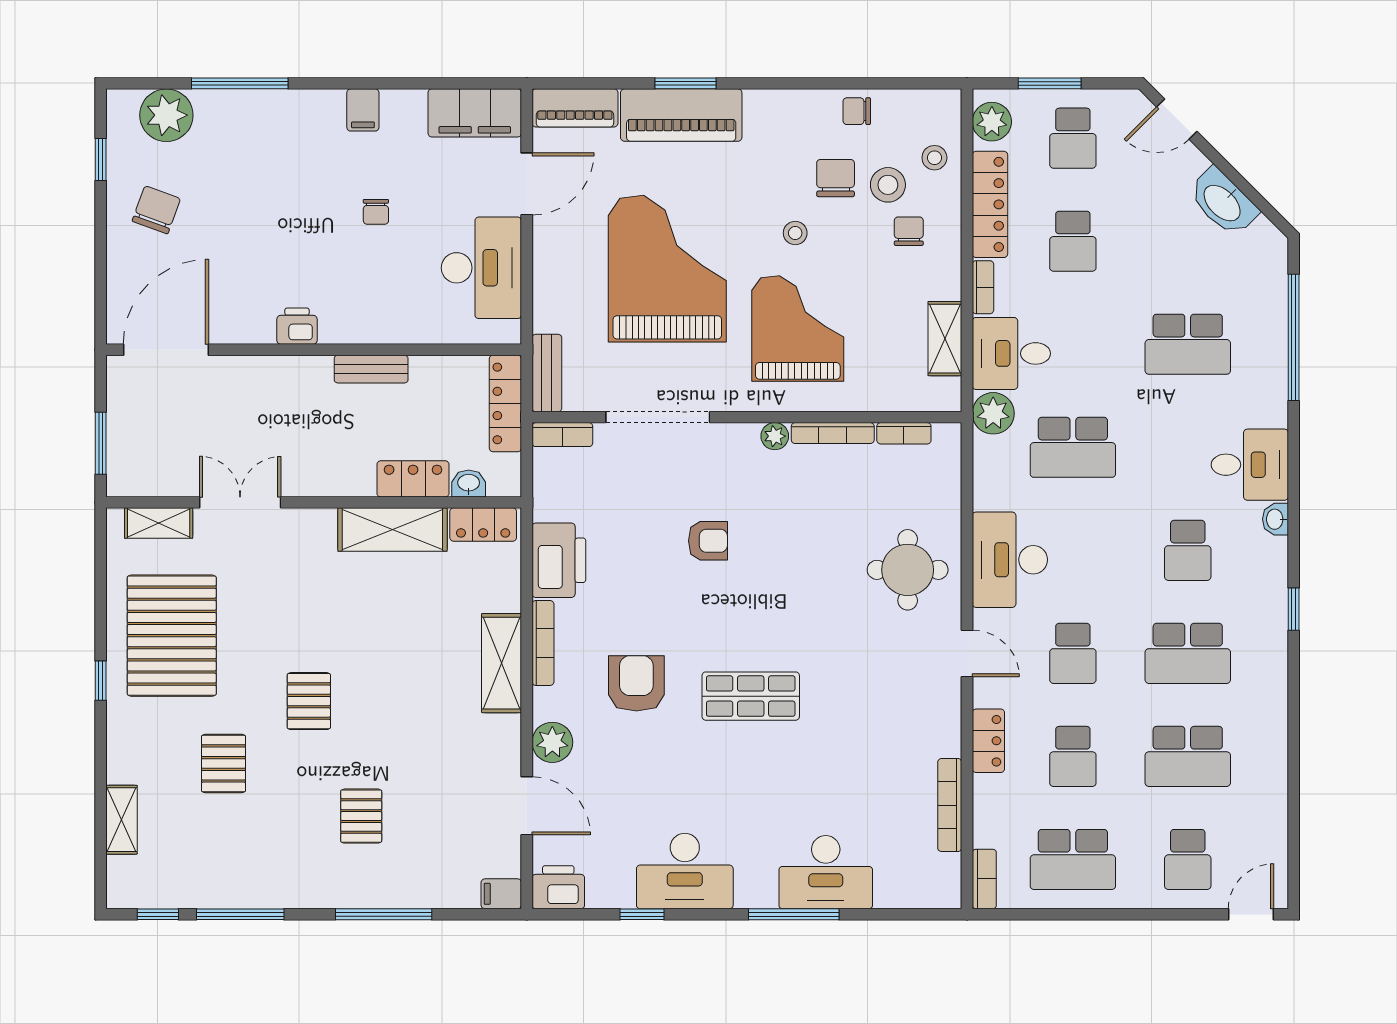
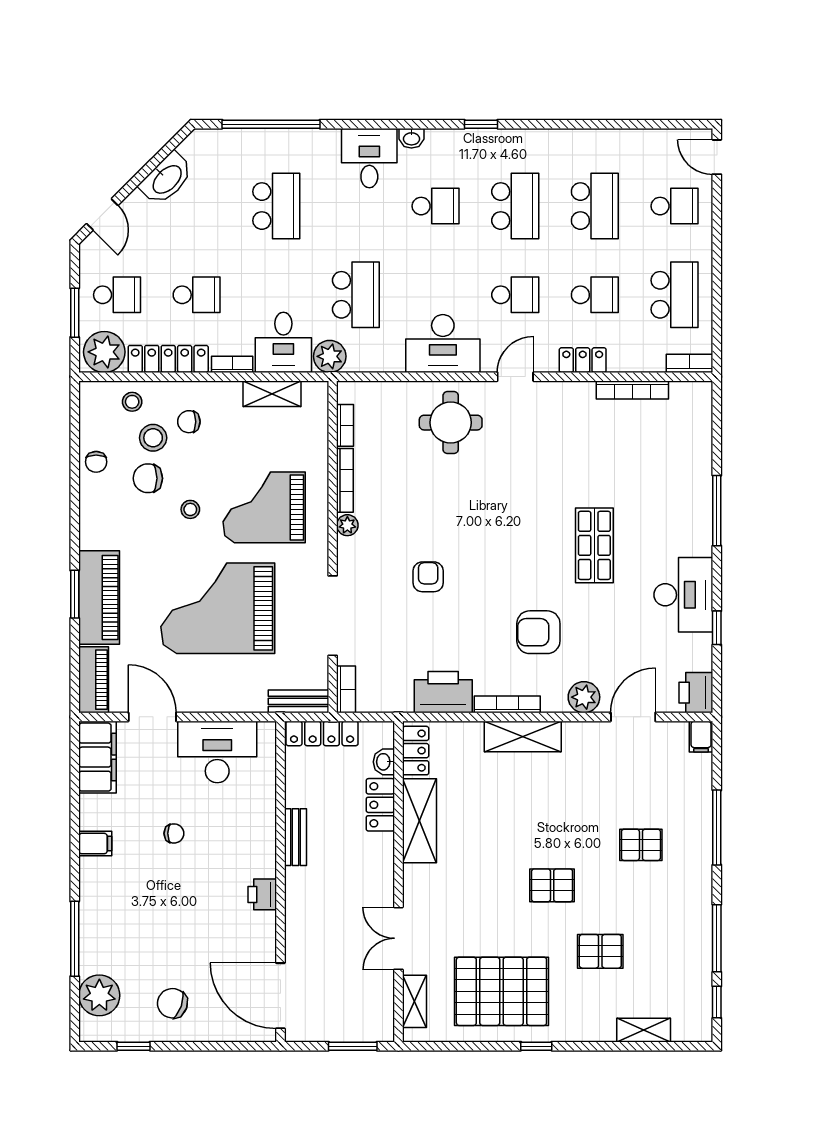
plant: (992, 122) -> (104, 352), width x1.36, depth x1.36
shop shelf: (751, 696) -> (594, 545), moved
desk: (826, 872) -> (684, 486), removed

